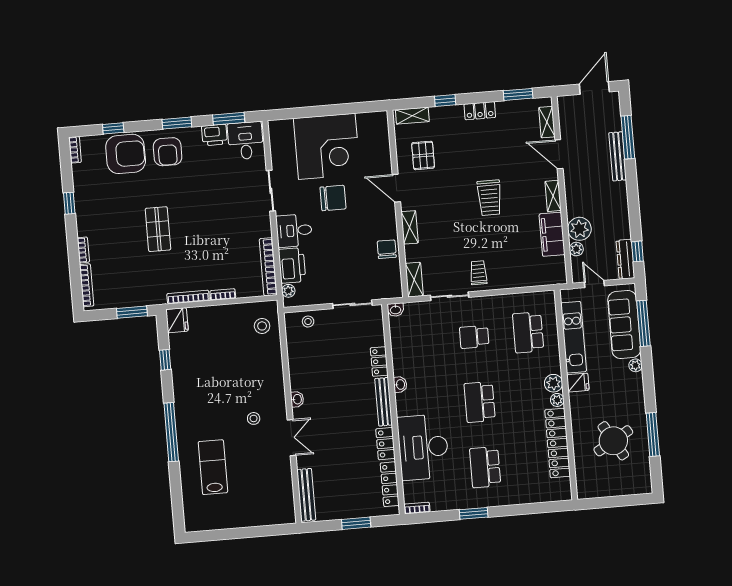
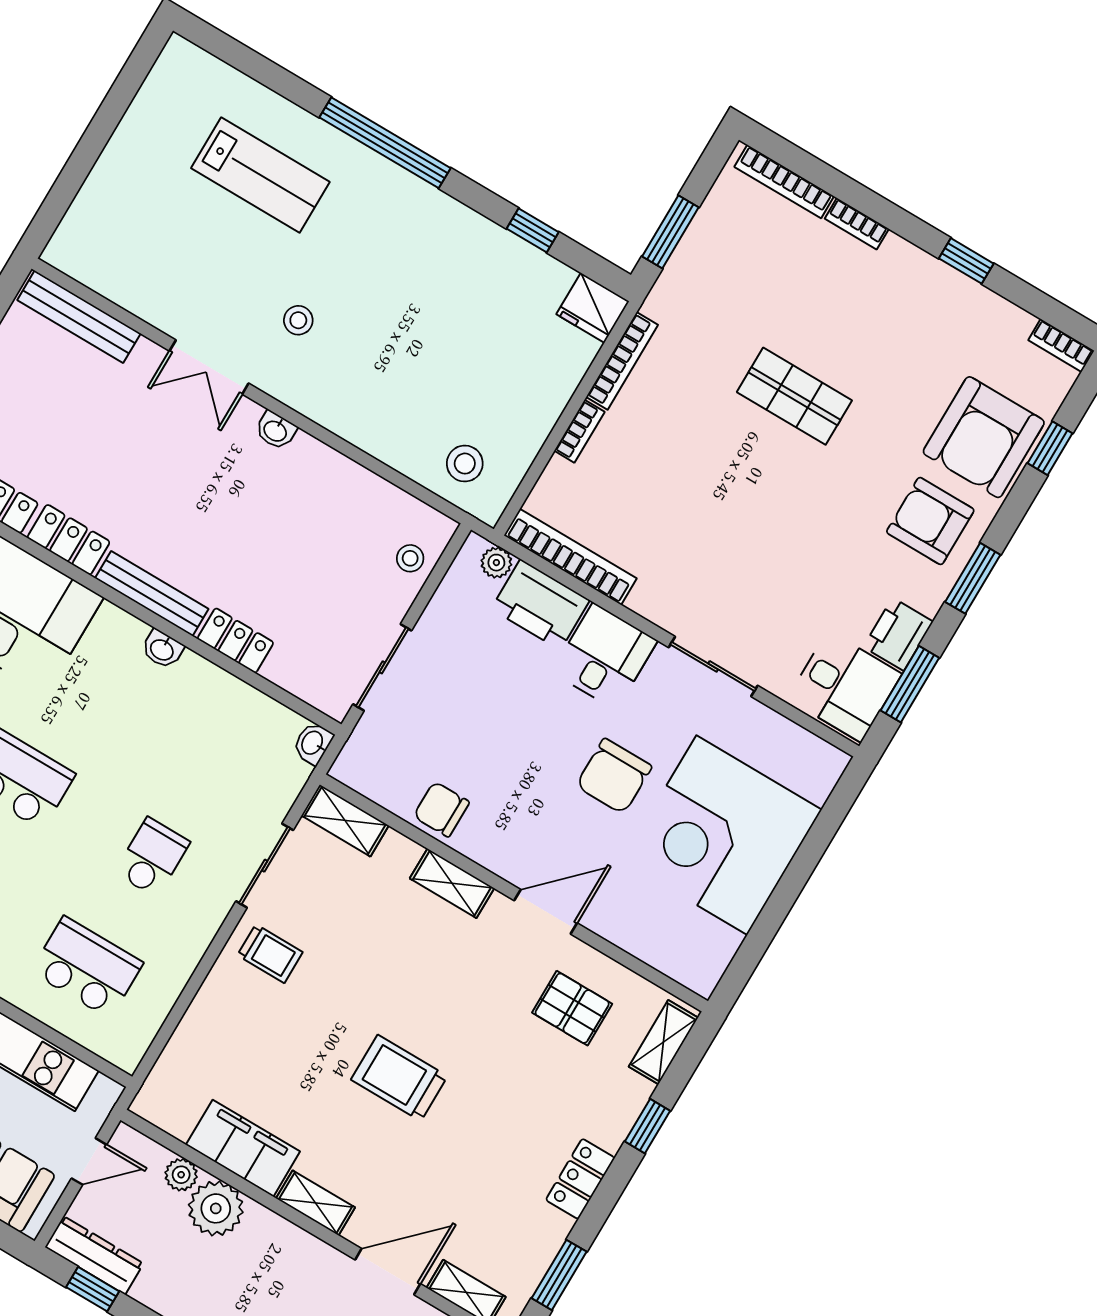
chair: (387, 249) -> (441, 809), turned 180

